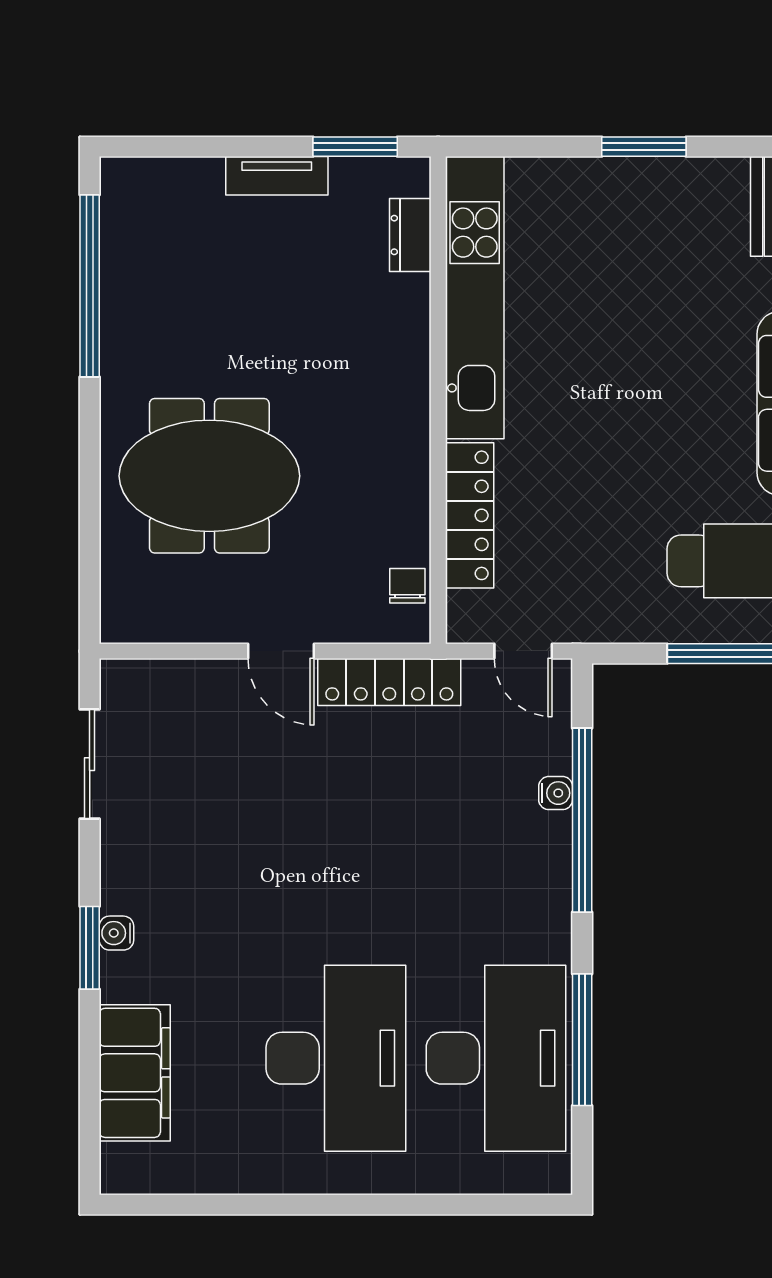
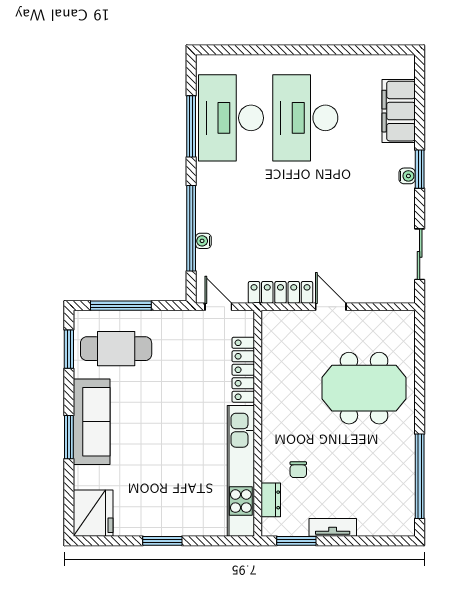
chair: (407, 586) -> (298, 470), moved

